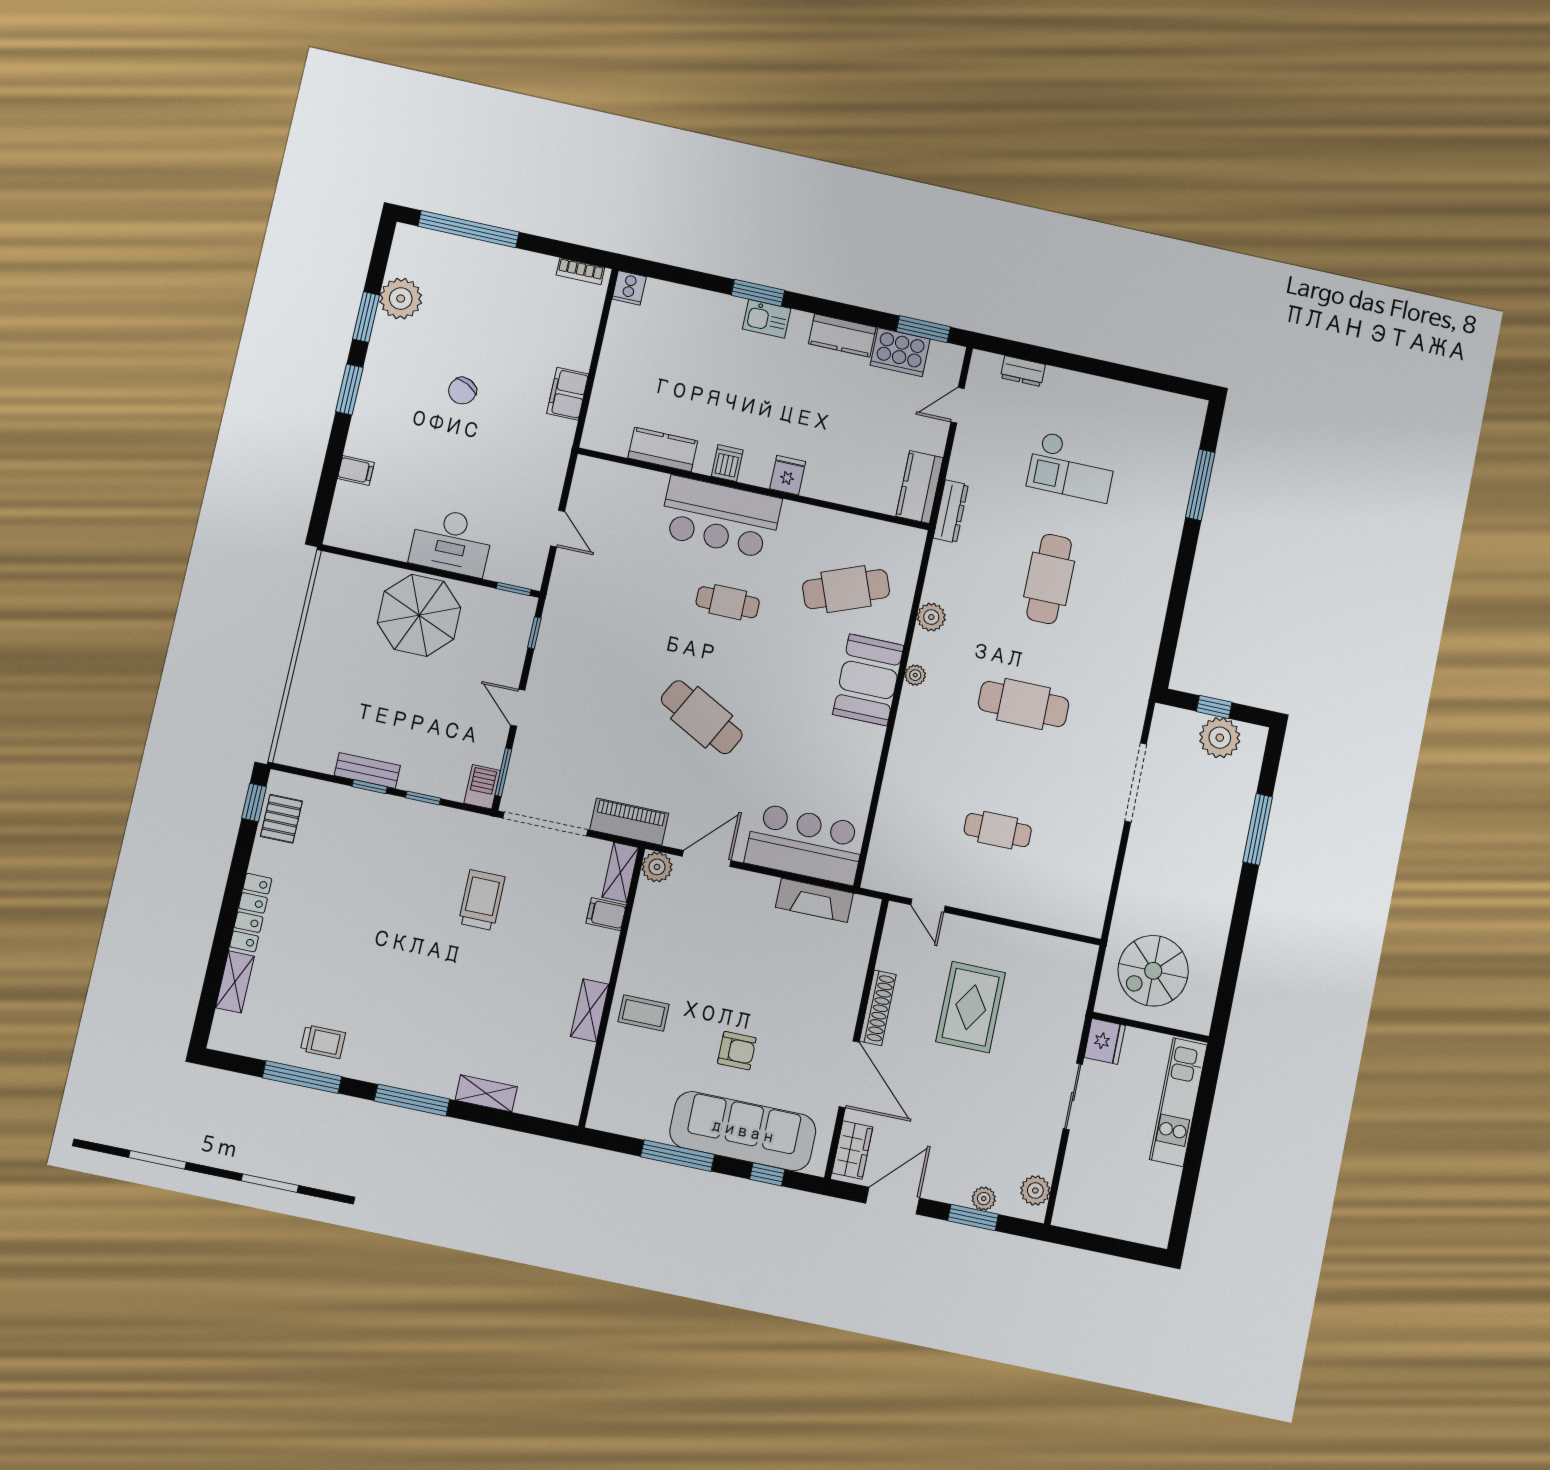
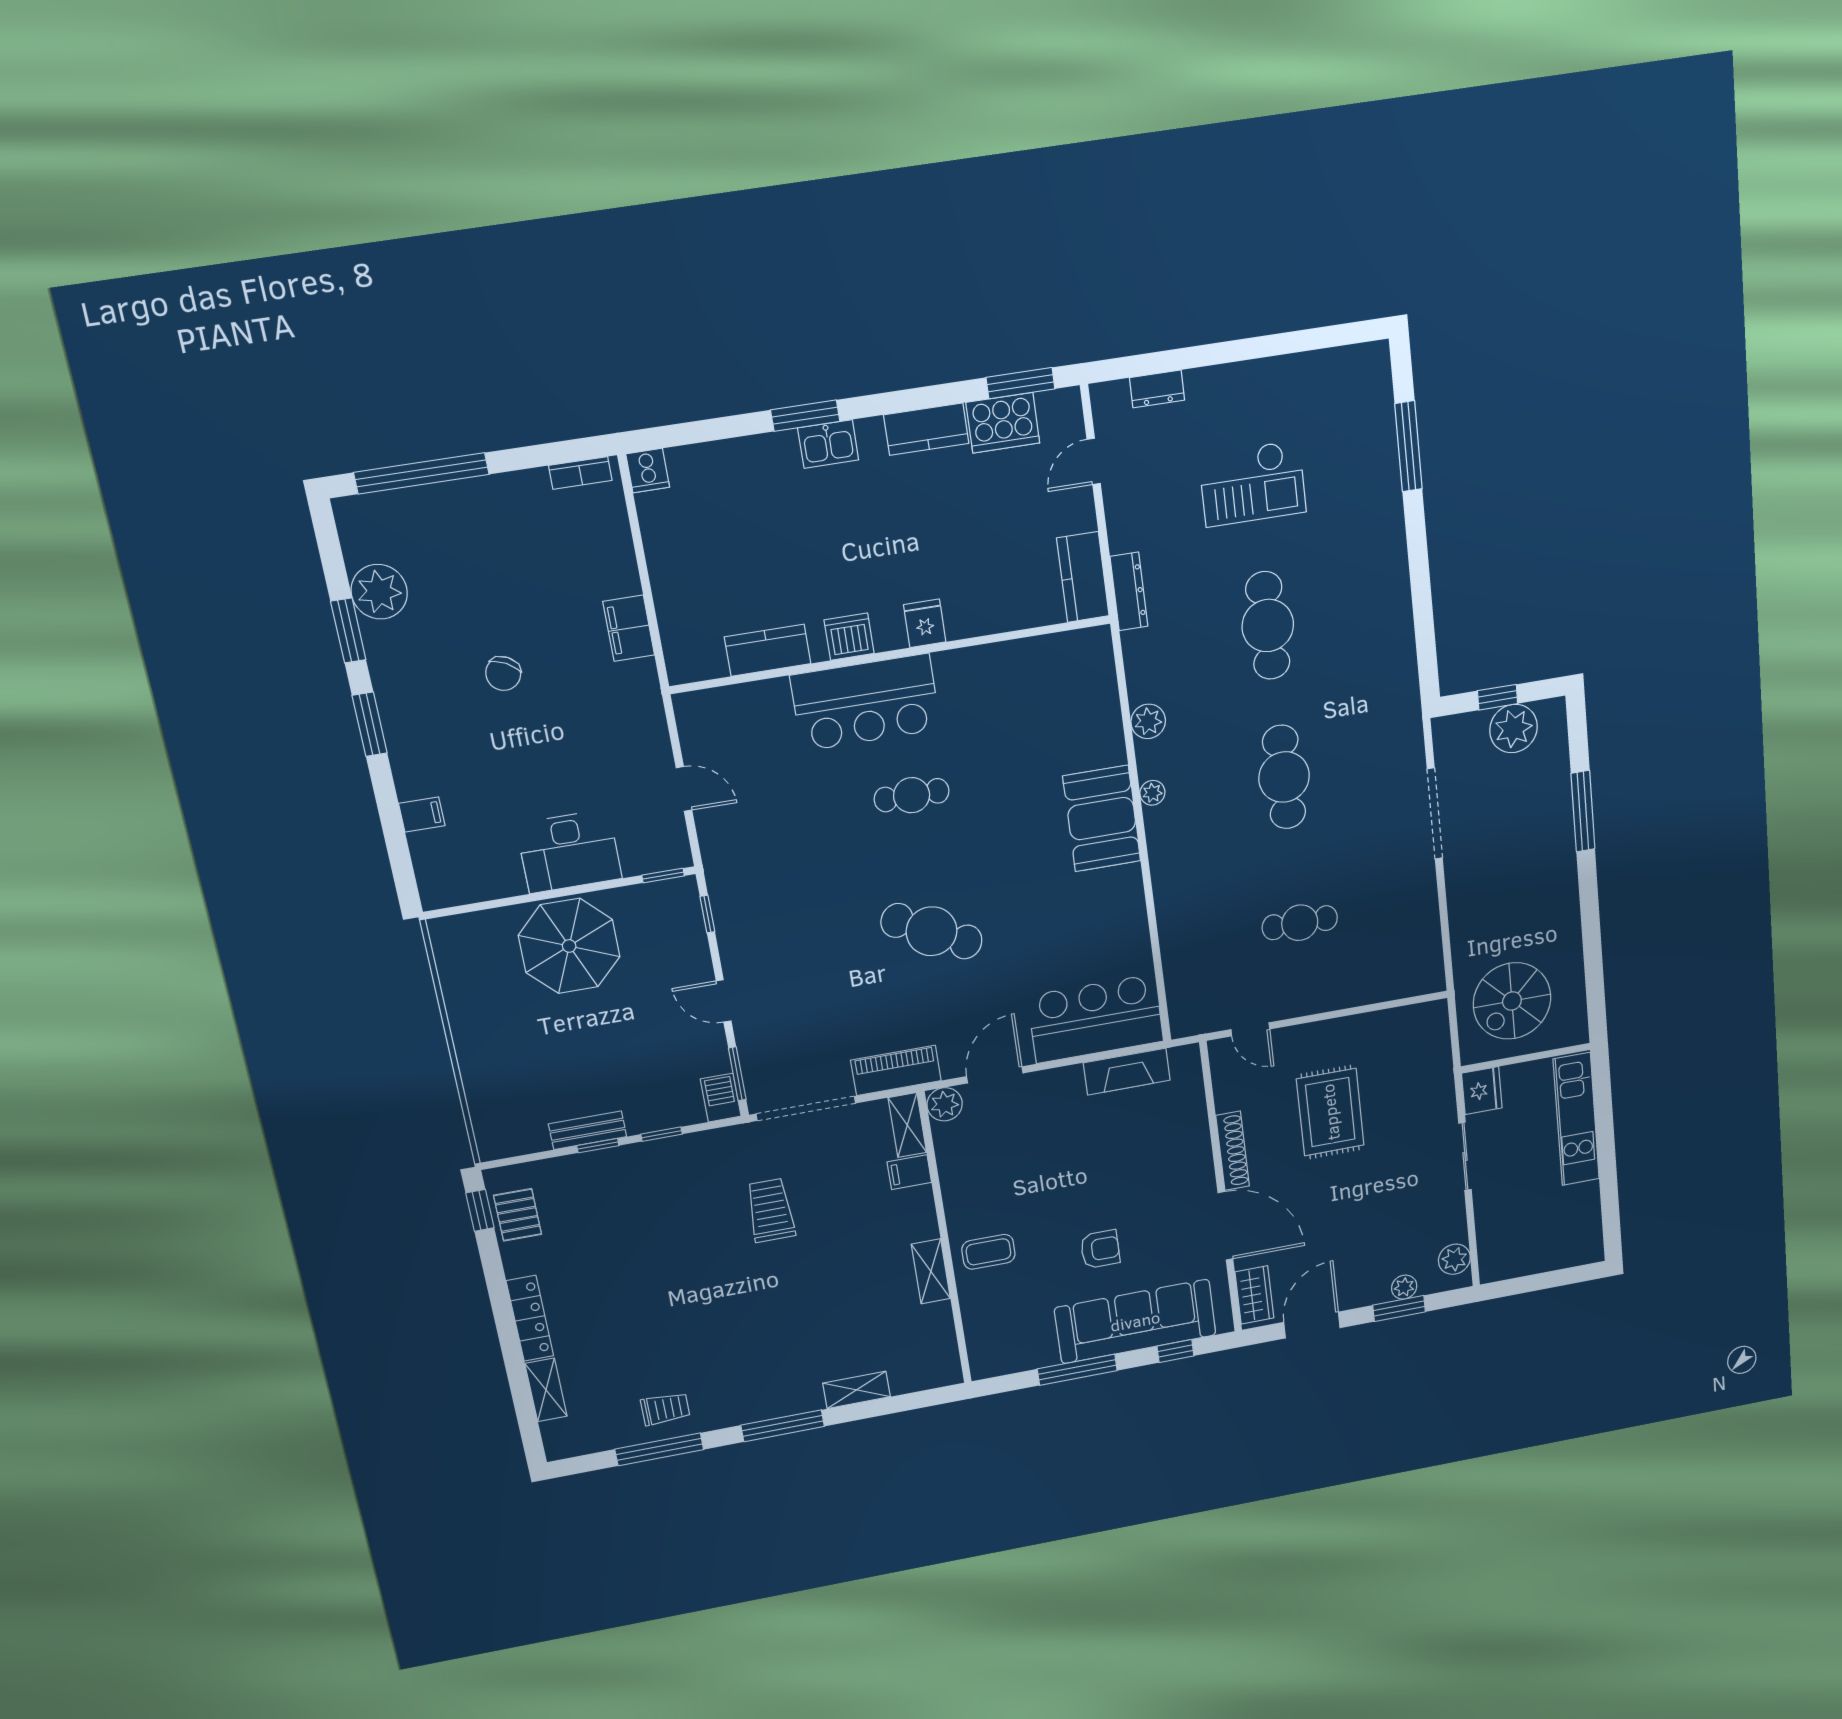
dishwasher: (727, 463) -> (849, 637), width x1.38
cafe table: (846, 589) -> (1040, 728), removed
cafe table: (1024, 704) -> (1284, 777), turned 90

